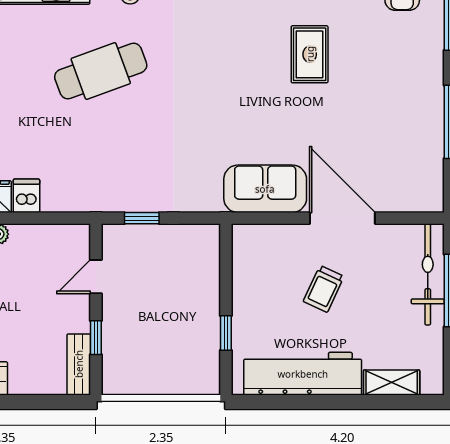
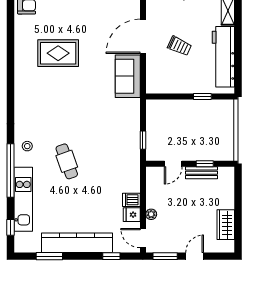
rug: (310, 54) -> (58, 53), width x1.36, depth x1.43
cafe table: (101, 71) -> (67, 161), width x0.73, depth x0.74
door: (96, 277) -> (173, 164), hinge flipped
bench: (79, 364) -> (202, 173), moved

